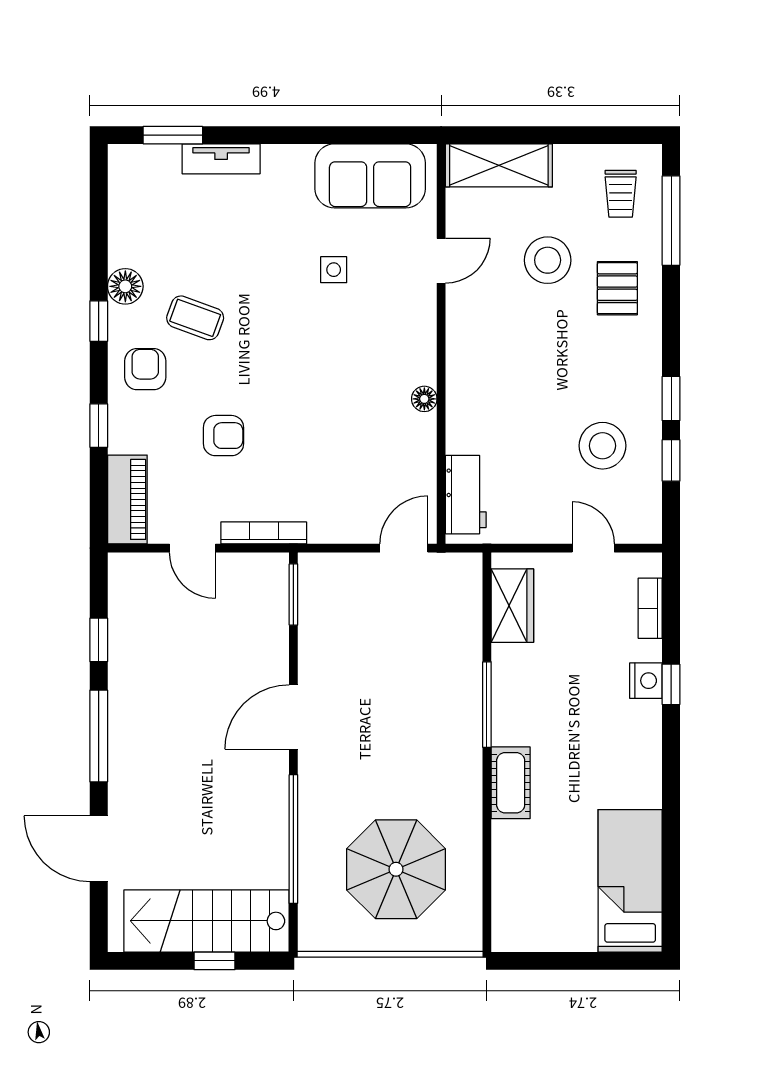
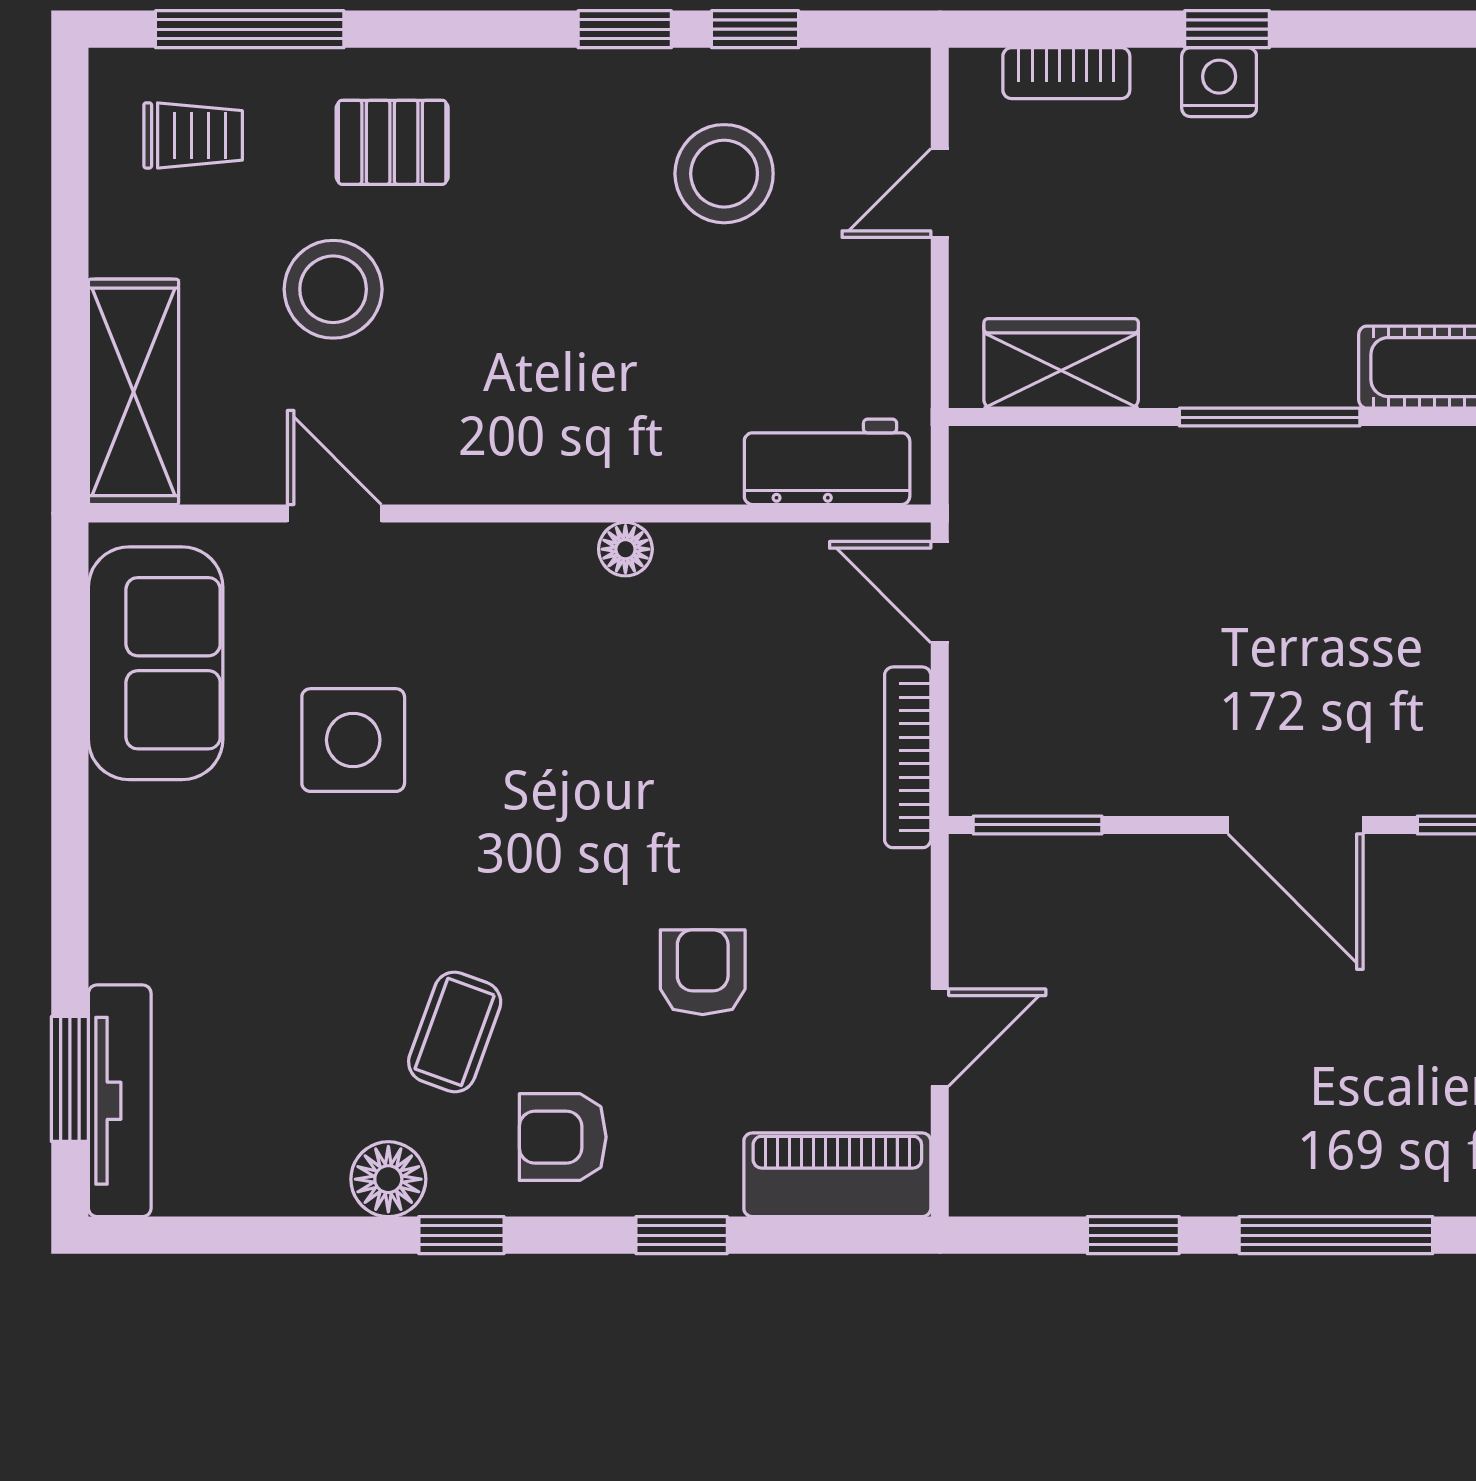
tv unit: (221, 159) -> (120, 1101), moved, width x1.41
side table: (334, 270) -> (353, 740), width x1.87, depth x1.87
bookcase: (264, 533) -> (908, 757), moved

